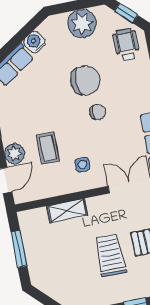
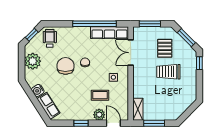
wheelchair: (126, 45) -> (50, 38), turned 90
shelving: (67, 211) -> (138, 109), moved

